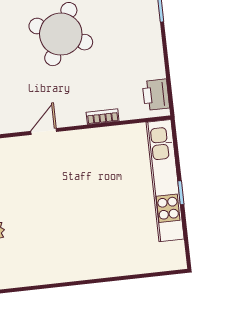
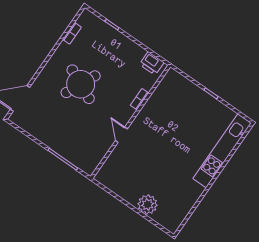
kitchen unit: (165, 181) -> (222, 151), moved, turned 90

